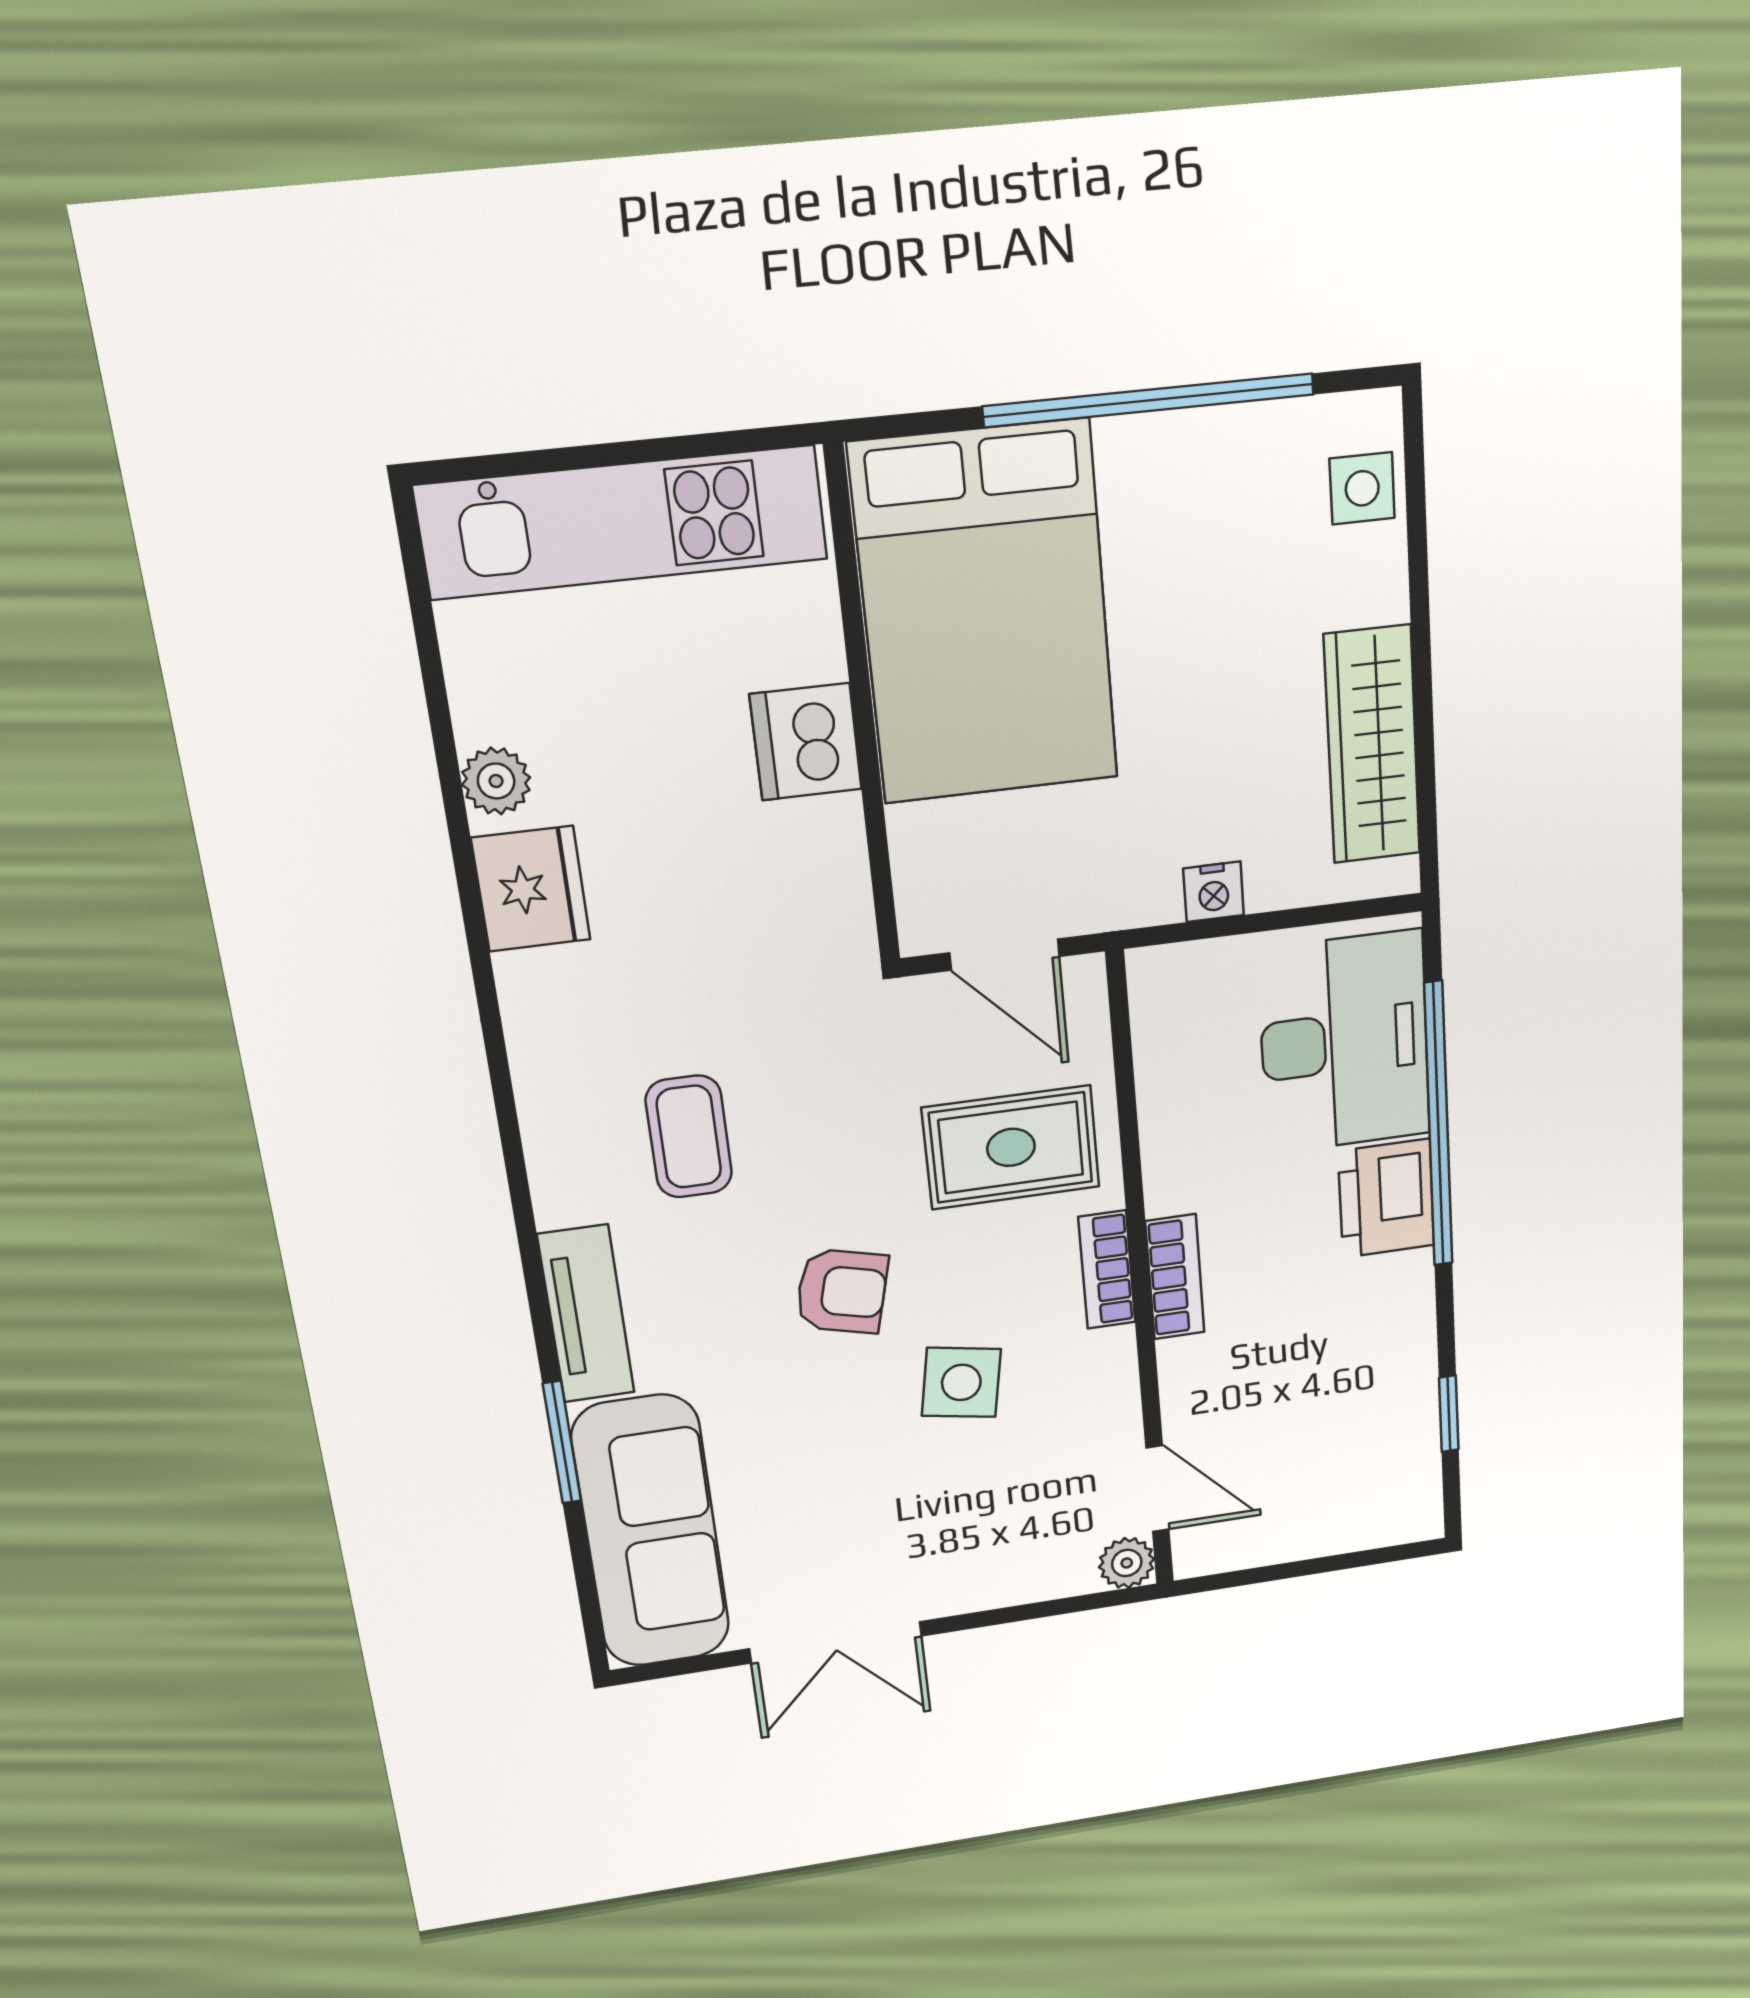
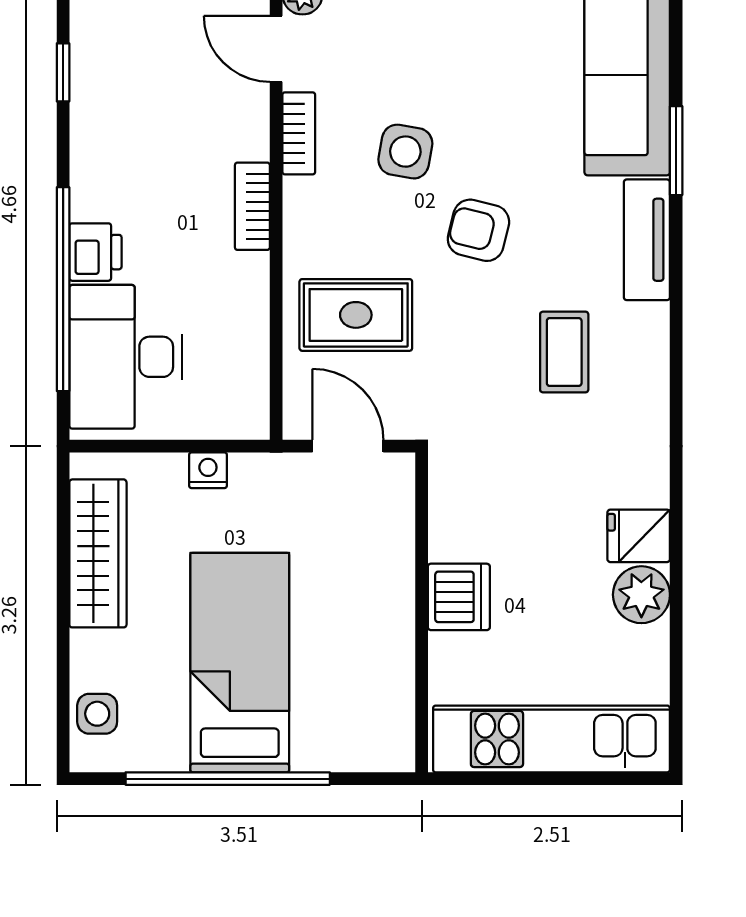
bed: (986, 614) -> (240, 663), moved, width x0.67
plant: (496, 781) -> (641, 595), width x1.38, depth x1.38
fridge: (531, 889) -> (639, 536), width x0.72
printer: (1386, 1198) -> (95, 252), width x0.73, depth x0.81
bookcase: (1107, 1270) -> (299, 133), moved

